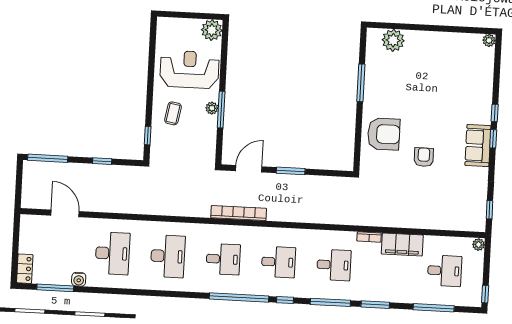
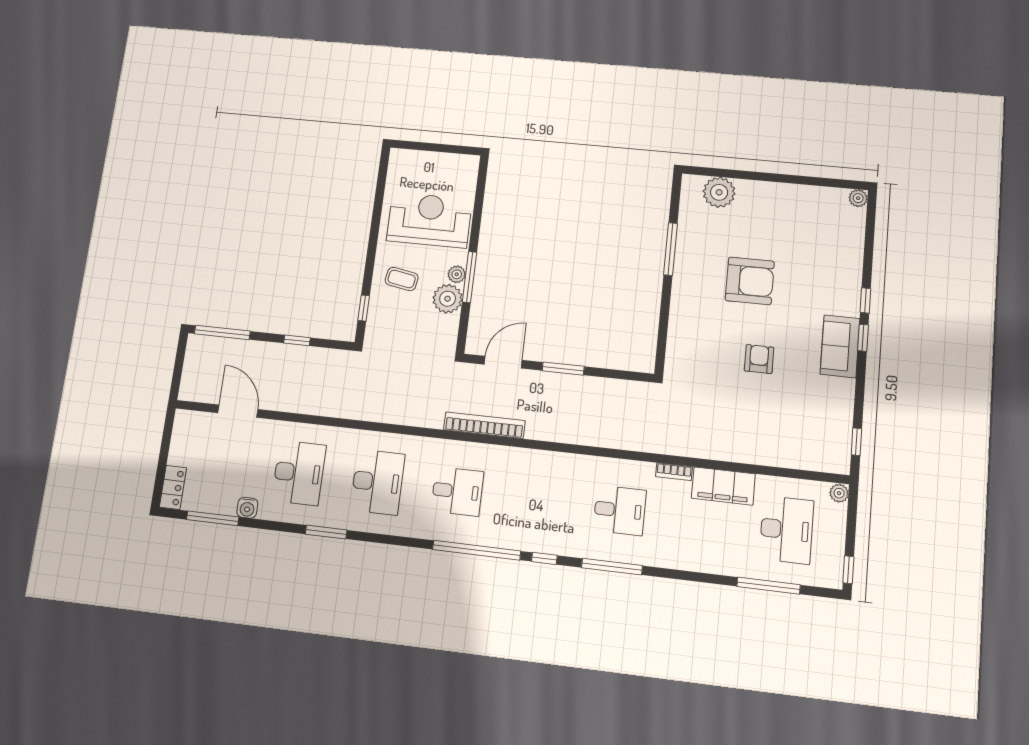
plant: (212, 30) -> (448, 299), moved
coffee table: (173, 113) -> (402, 279), turned 90
armchair: (384, 134) -> (750, 281), moved
desk: (278, 262) -> (538, 501), removed
desk: (445, 271) -> (786, 530), width x1.37
window: (375, 305) -> (326, 532), moved

